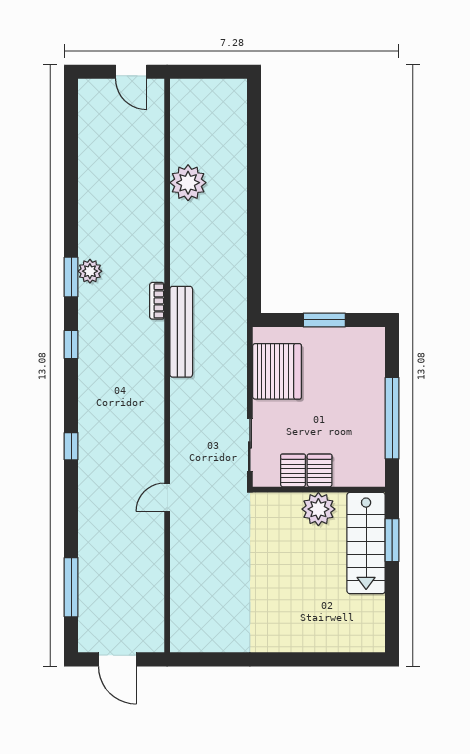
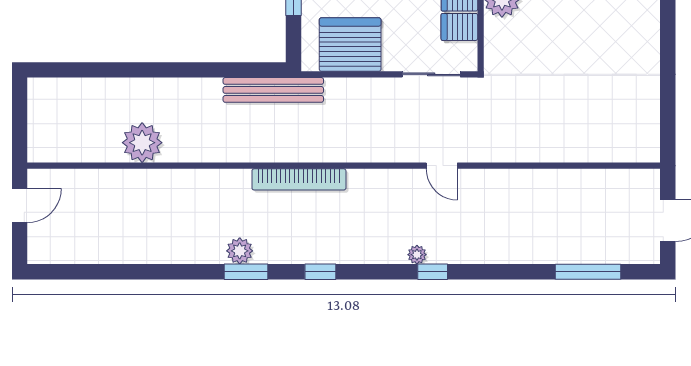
bookcase: (157, 301) -> (299, 179), width x2.31, depth x1.31
bench: (181, 332) -> (273, 90), moved
plant: (86, 432) -> (417, 255), added
door: (167, 497) -> (442, 166), moved

